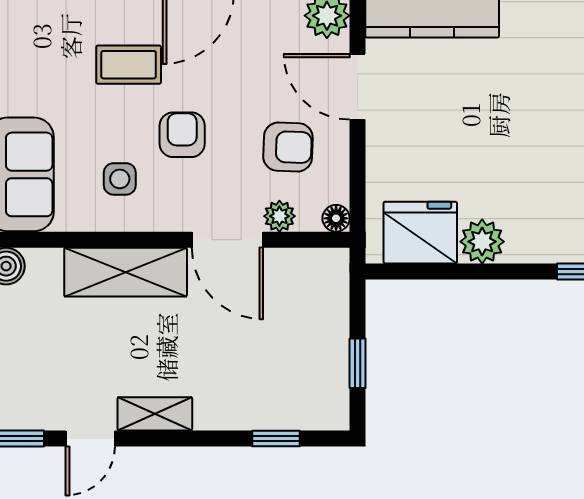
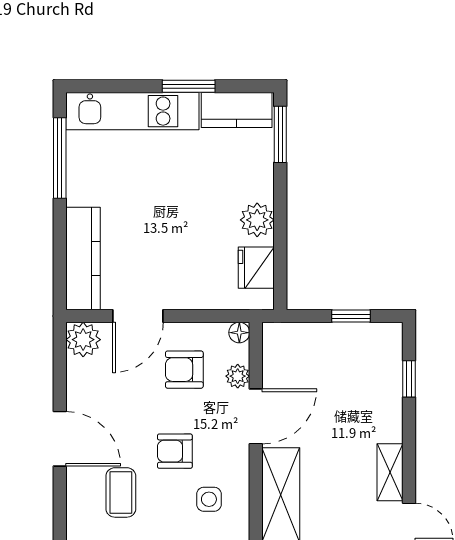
armchair: (288, 147) -> (184, 370), turned -92
fridge: (420, 233) -> (256, 268), width x0.73, depth x0.75

